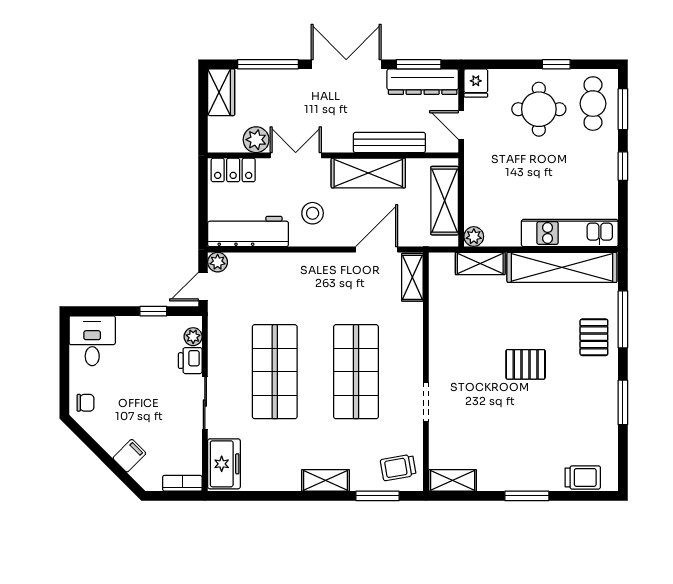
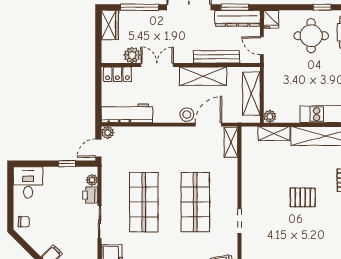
stool: (313, 213) -> (187, 115), moved

